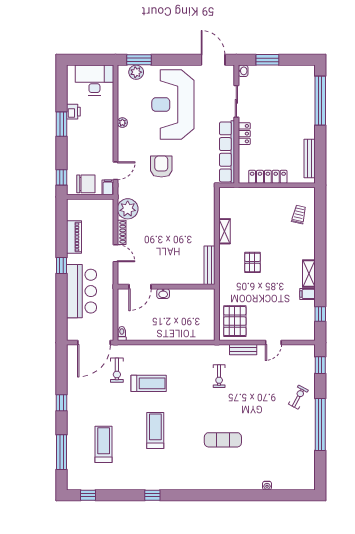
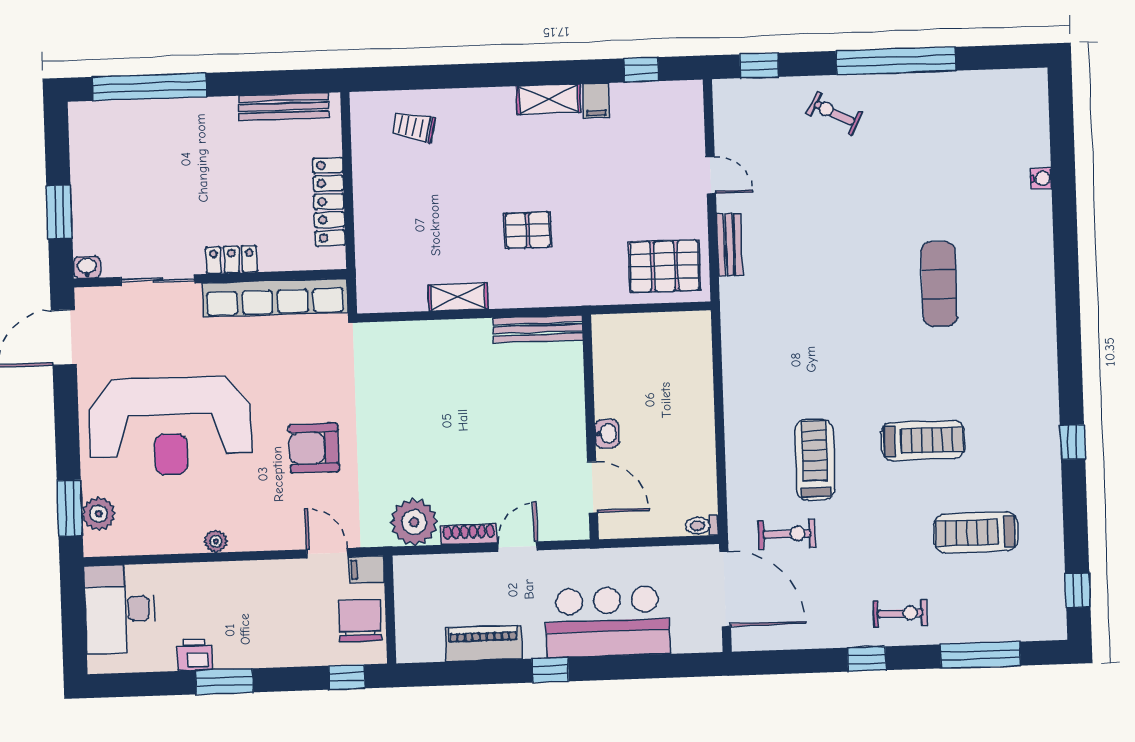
exercise bike: (219, 376) -> (900, 613), moved
treadmill: (155, 431) -> (923, 440), turned 180
treadmill: (104, 444) -> (976, 532), moved

